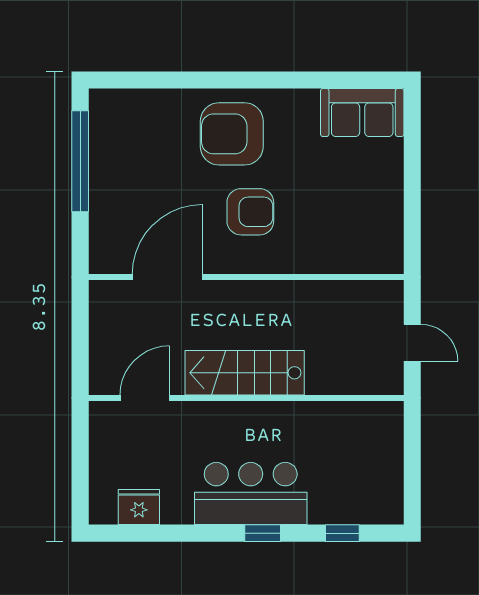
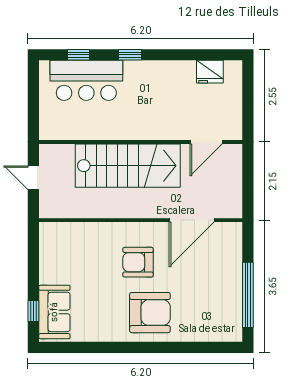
sofa: (362, 112) -> (54, 312), moved, turned 90
window: (412, 136) -> (33, 311), added
stairs: (245, 373) -> (128, 166), width x1.36, depth x1.51
bar counter: (251, 493) -> (86, 80), moved

